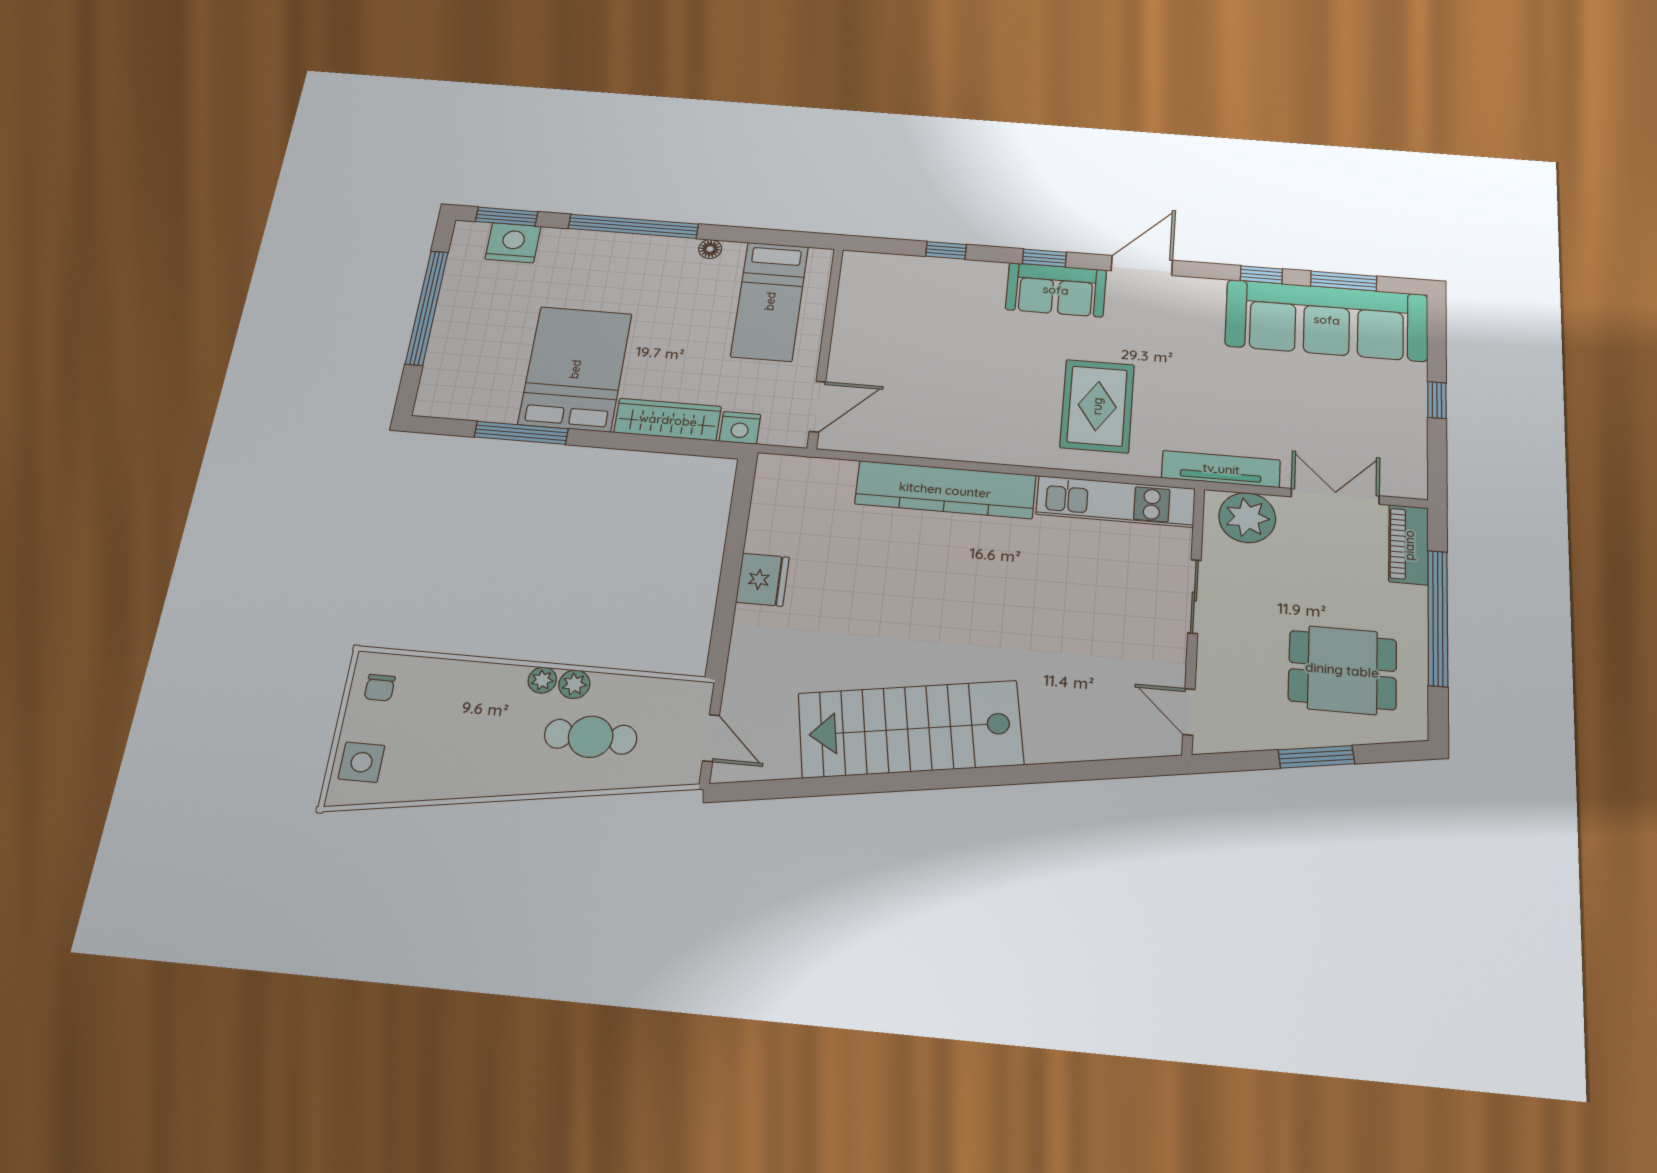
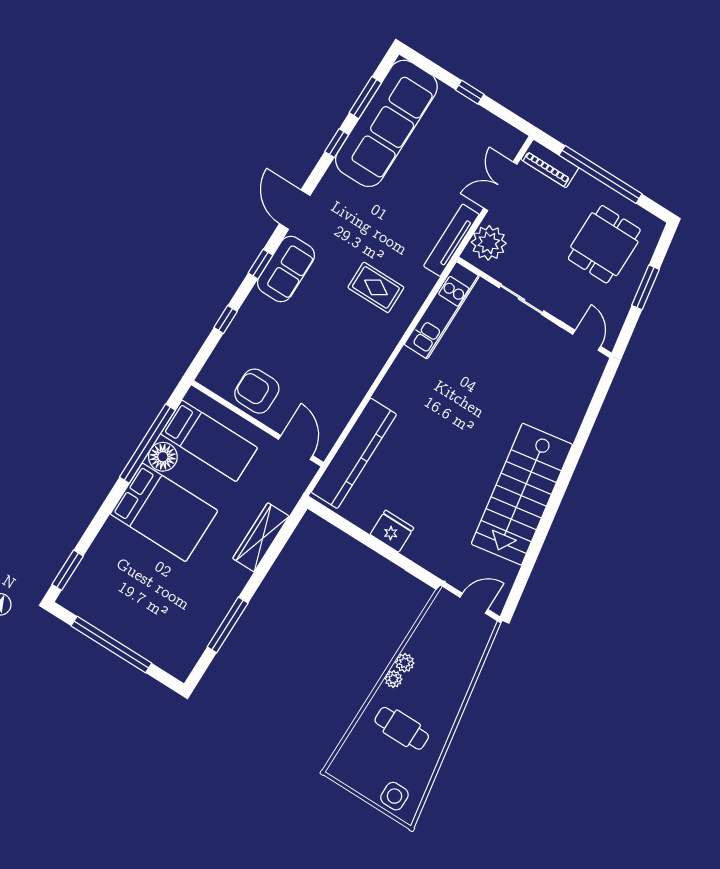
window: (633, 226) -> (147, 444), moved
nightstand: (513, 243) -> (89, 574), removed
floor lamp: (710, 249) -> (163, 457), width x1.89, depth x1.89
armchair: (870, 327) -> (257, 391), added
bed: (575, 369) -> (164, 512), moved, turned 180
rug: (1097, 406) -> (376, 287), width x0.73, depth x0.70
nightstand: (740, 428) -> (287, 498), removed
kitchen counter: (945, 490) -> (354, 453), moved
chair: (380, 688) -> (354, 769), removed
door: (1189, 712) -> (587, 340), swing flipped
cafe table: (591, 737) -> (402, 728), moved, turned 90

